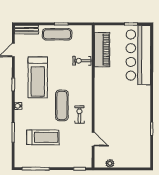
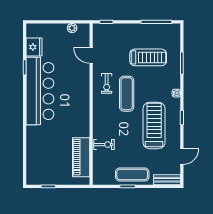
bar counter: (138, 55) -> (40, 91), moved
treadmill: (43, 137) -> (148, 57), turned 180
fridge: (143, 147) -> (34, 47), added

